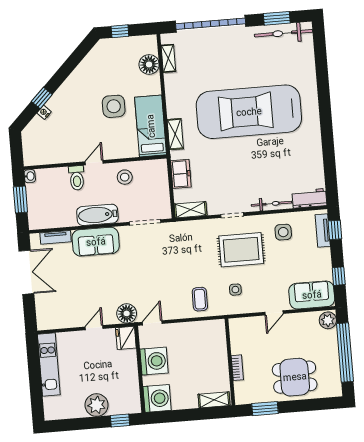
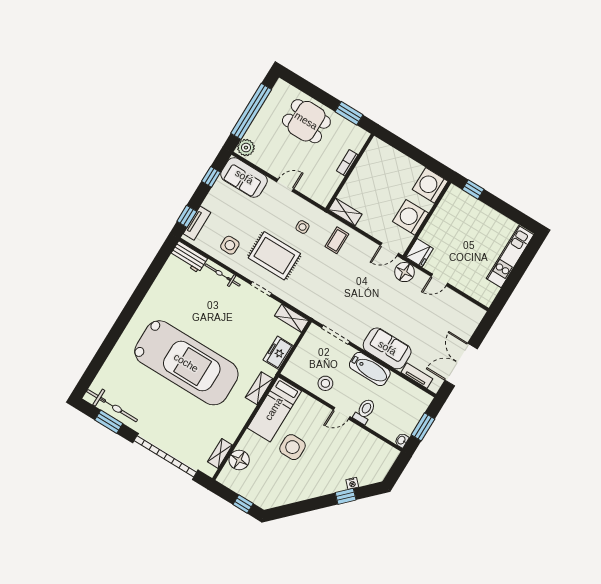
kitchen unit: (49, 365) -> (510, 257), moved
shelving: (214, 400) -> (345, 212), moved
plant: (97, 405) -> (483, 216), removed

